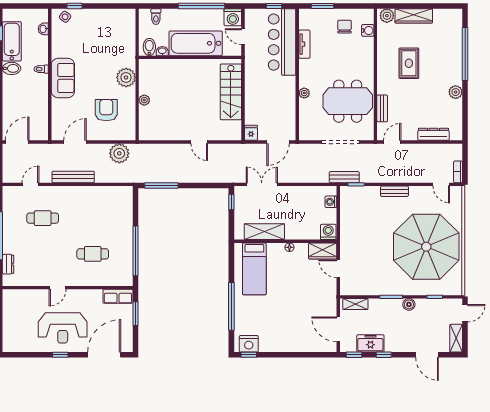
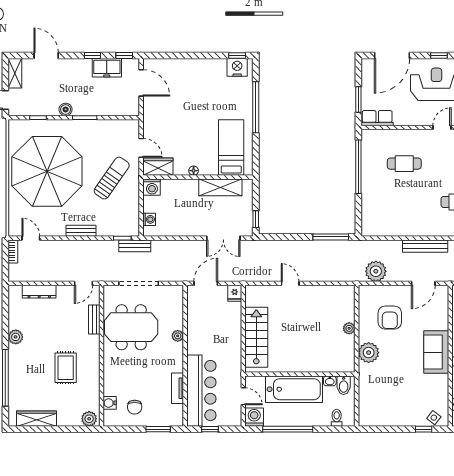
wardrobe: (414, 16) -> (36, 419), moved
sun lounger: (366, 240) -> (112, 178), added
shelving: (355, 304) -> (123, 110), removed

